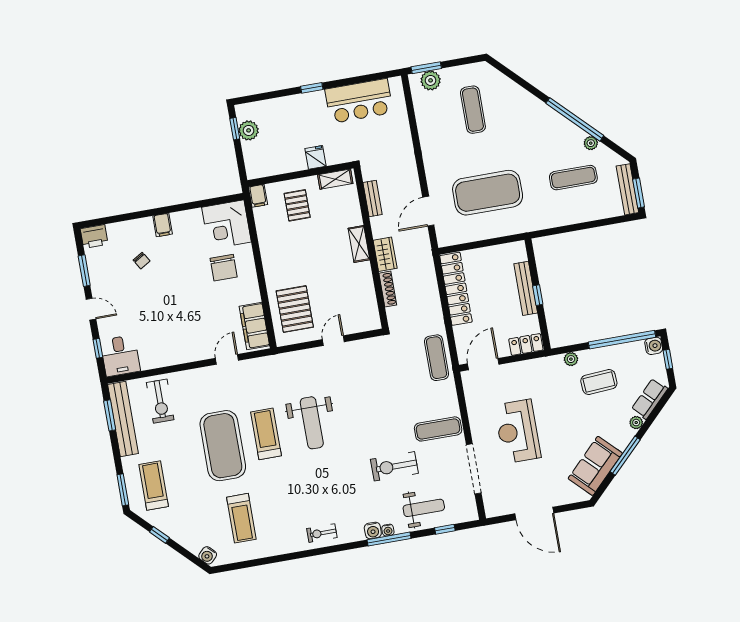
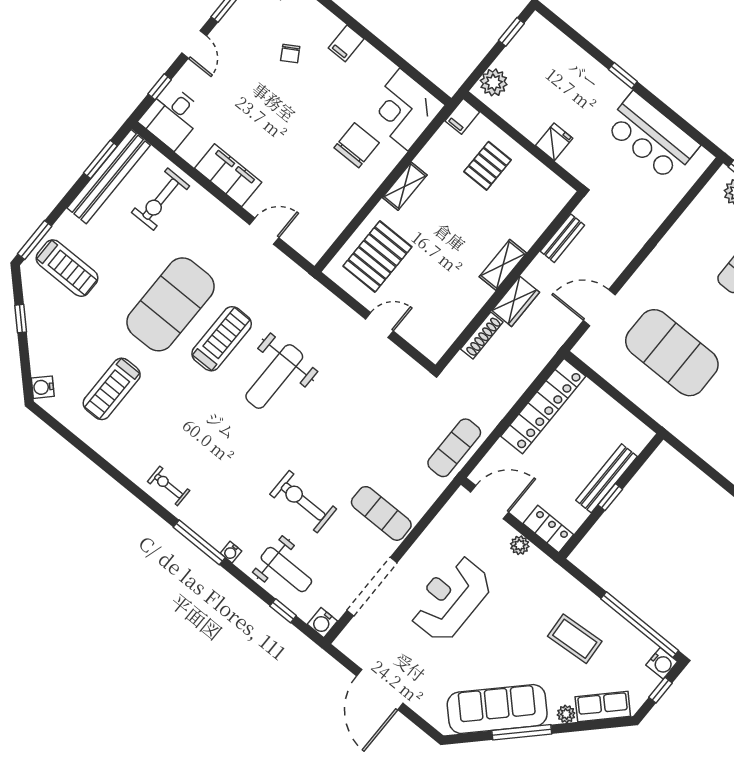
plant: (249, 130) -> (494, 82), moved
shelving: (335, 179) -> (405, 186), moved, turned 90
chair: (224, 268) -> (357, 145), turned 180
filing cabinet: (254, 326) -> (228, 175), moved, turned 90
plant: (571, 359) -> (520, 545), moved
sofa: (595, 466) -> (497, 709), width x1.36
treadmill: (154, 485) -> (67, 268), turned 90
water cooler: (373, 530) -> (322, 623), moved
window: (389, 539) -> (199, 542), moved

